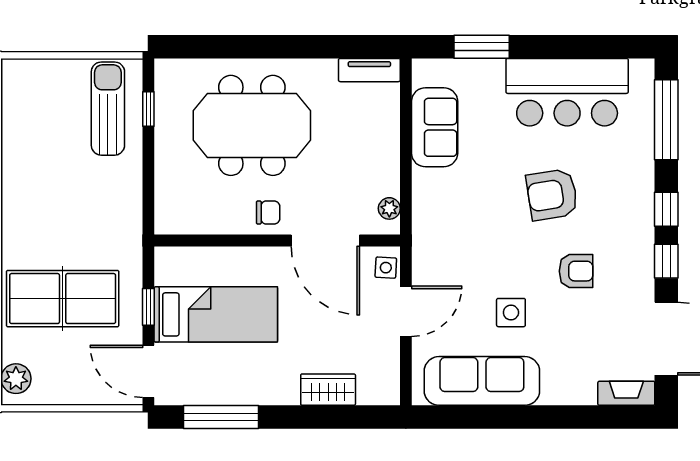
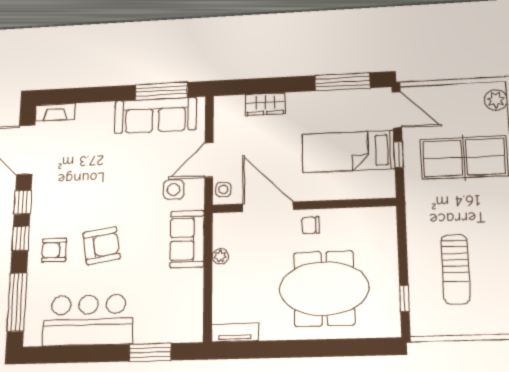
sun lounger: (108, 109) -> (456, 269), moved
sofa: (435, 127) -> (187, 239), moved
plant: (389, 208) -> (220, 256), moved
armchair: (576, 271) -> (54, 250), moved
side table: (511, 313) -> (174, 190), moved
window: (474, 417) -> (162, 91), added

